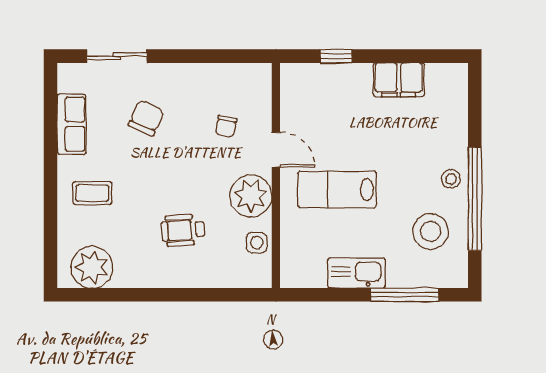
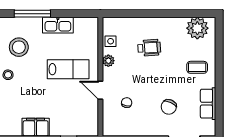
plant: (251, 196) -> (108, 61), width x0.53, depth x0.53

